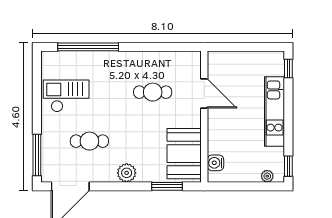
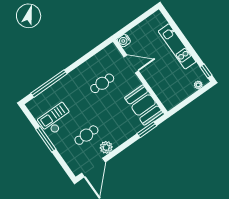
window: (288, 68) -> (168, 17), removed
window: (37, 155) -> (46, 139), moved
water cooler: (216, 163) -> (124, 40), moved
plant: (127, 173) -> (106, 147), moved

